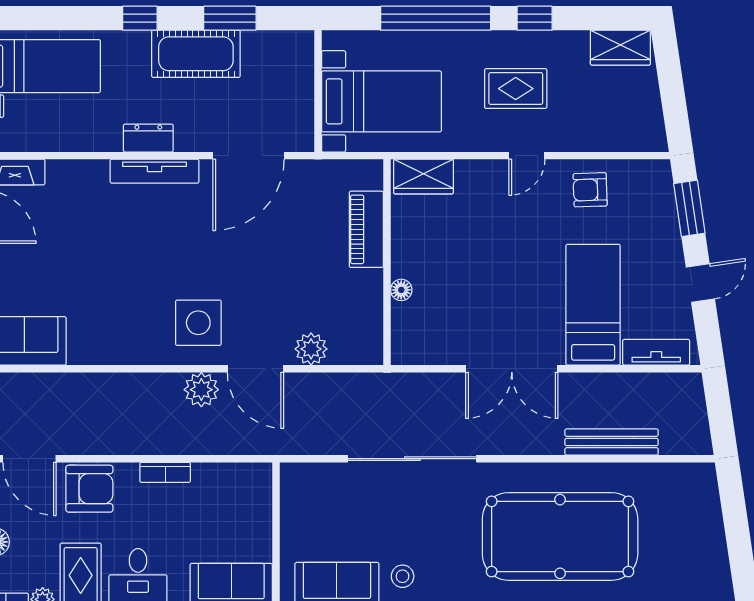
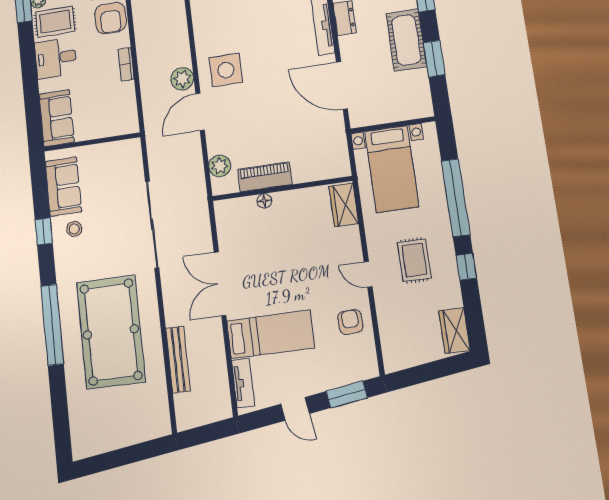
piano: (366, 229) -> (265, 177), moved
plant: (311, 349) -> (220, 166), moved

